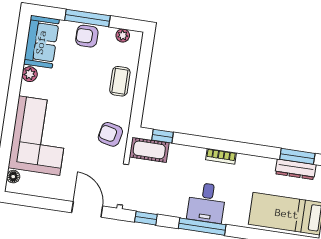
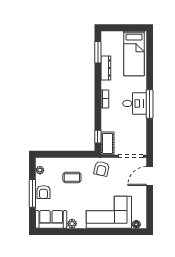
coffee table: (120, 81) -> (72, 177), moved
dresser: (296, 169) -> (106, 68), moved
window: (146, 218) -> (150, 139), removed

